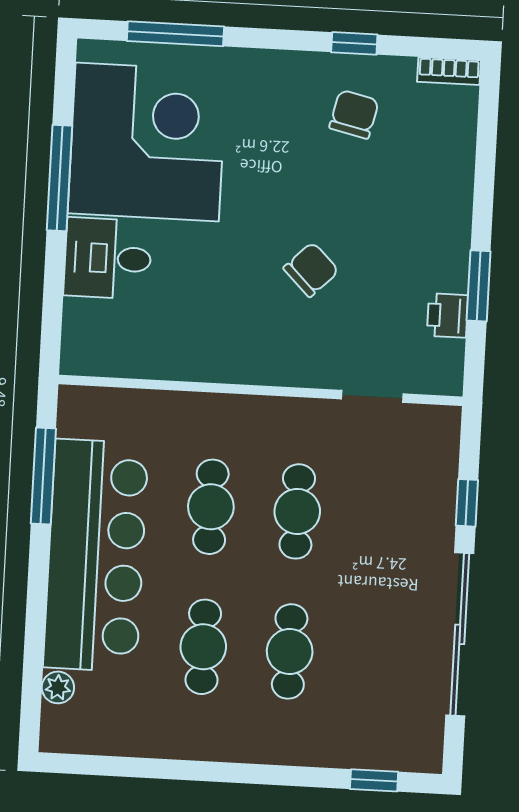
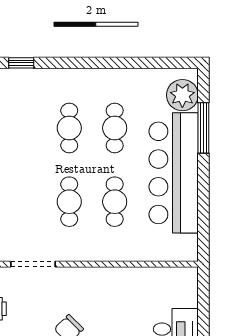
doorway: (372, 396) -> (33, 264), width x1.38
window: (43, 476) -> (203, 128), moved
plant: (58, 687) -> (182, 95), width x1.87, depth x1.87

